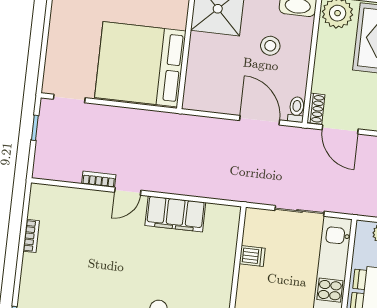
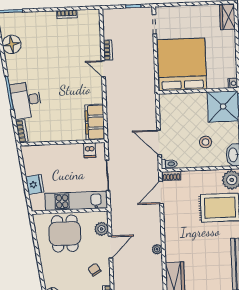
door: (260, 120) -> (159, 142), swing flipped
filing cabinet: (175, 214) -> (95, 122), moved
dishwasher: (252, 256) -> (90, 150), moved

